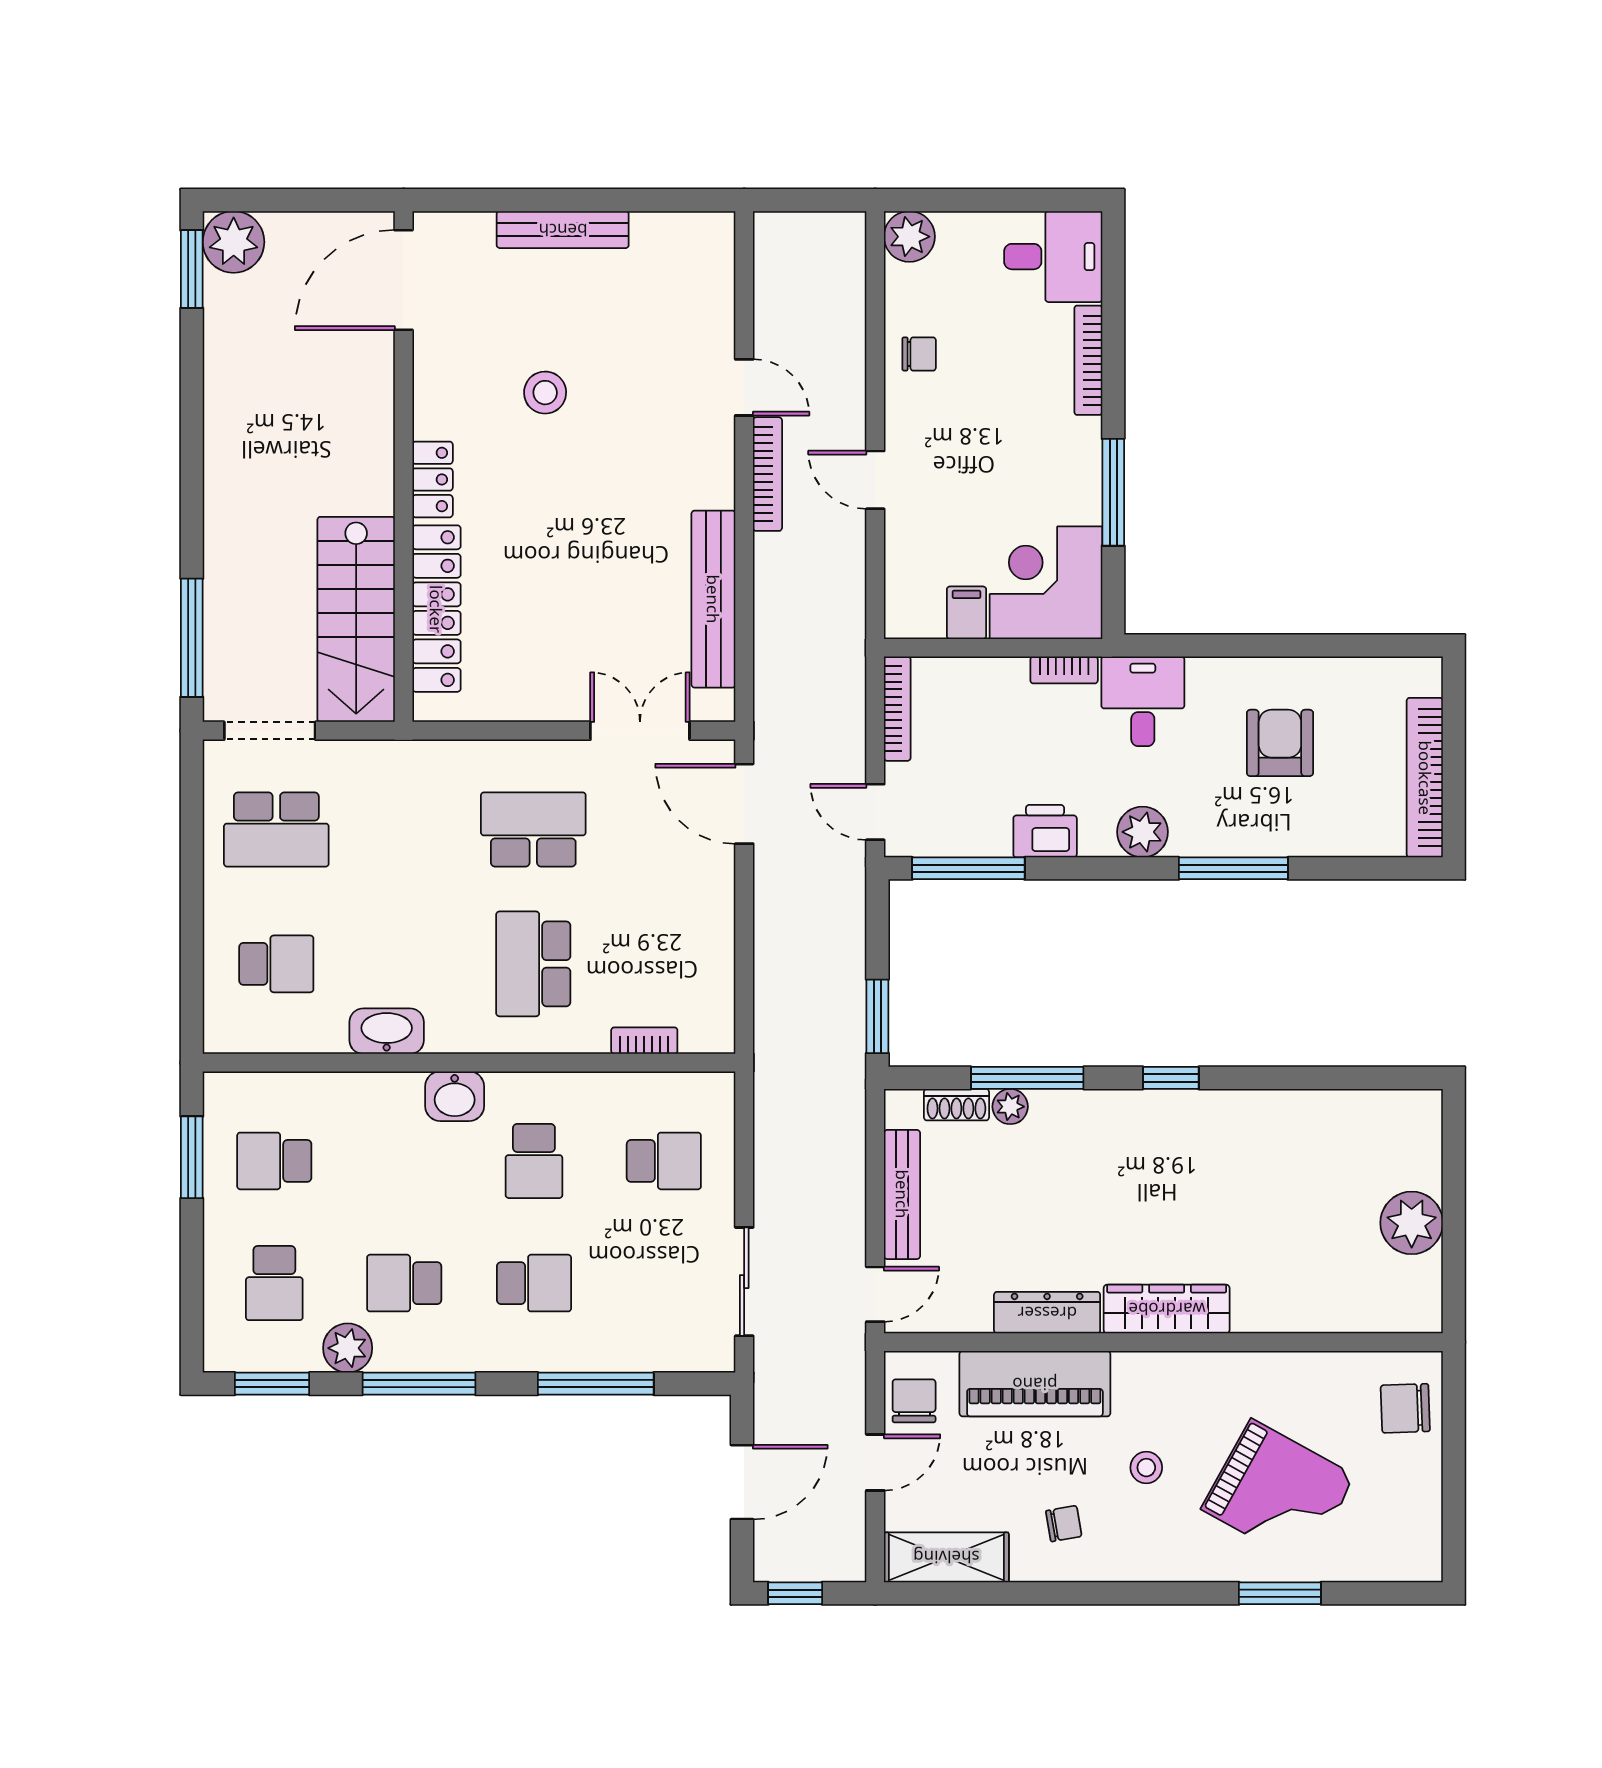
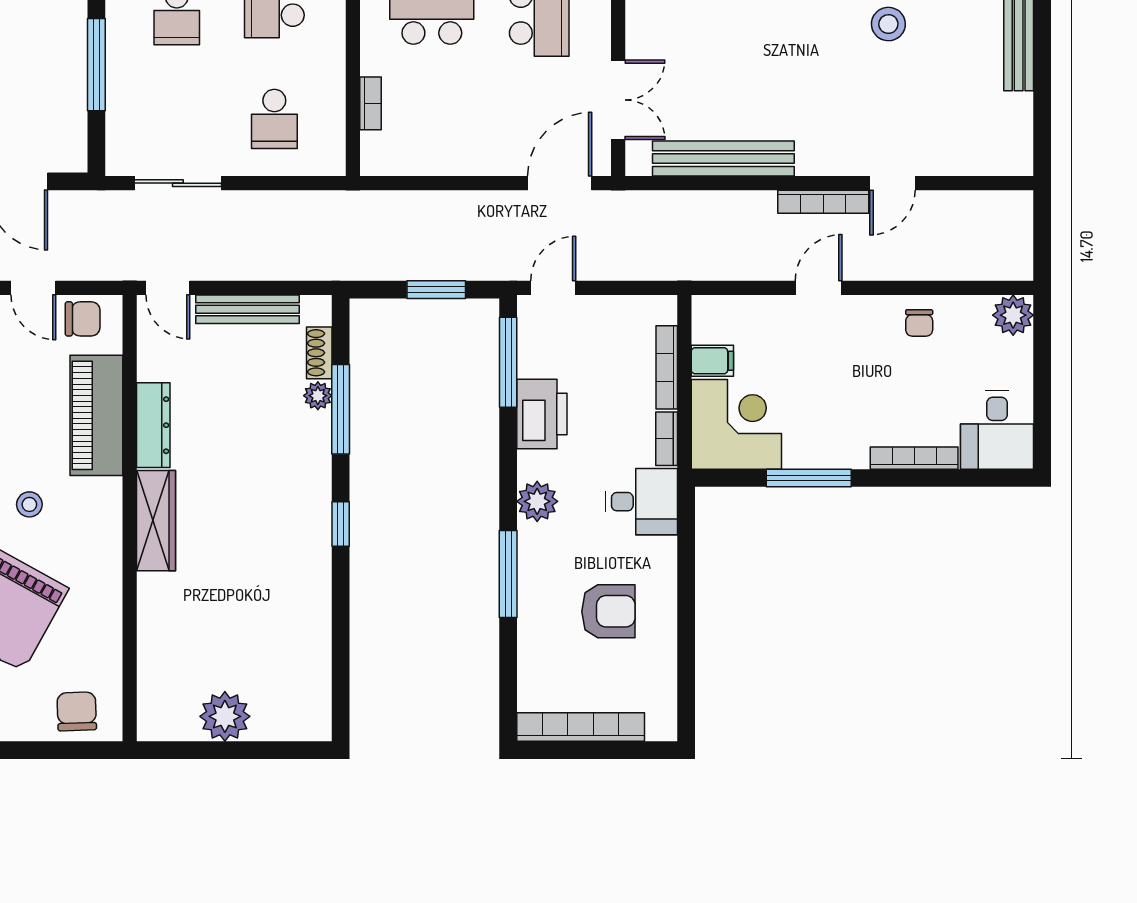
bookcase: (897, 709) -> (667, 367), moved, turned 90
printer: (1045, 831) -> (542, 414), width x1.37, depth x1.19
window: (877, 1016) -> (436, 290), moved

